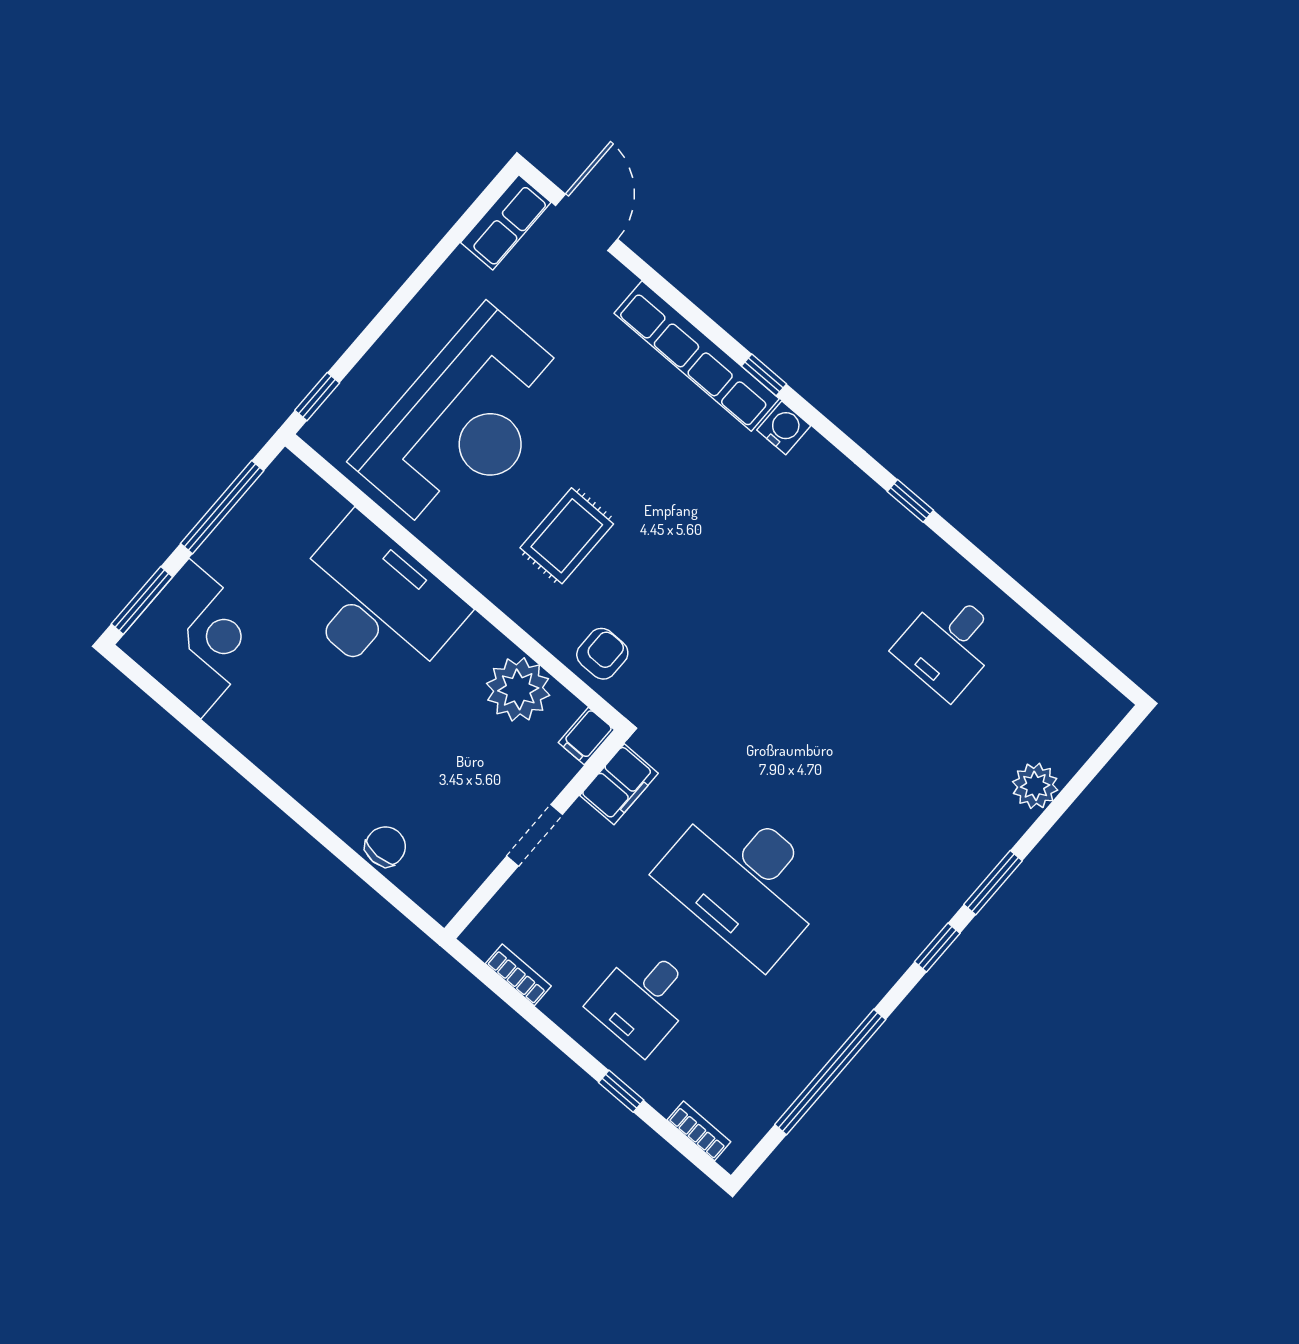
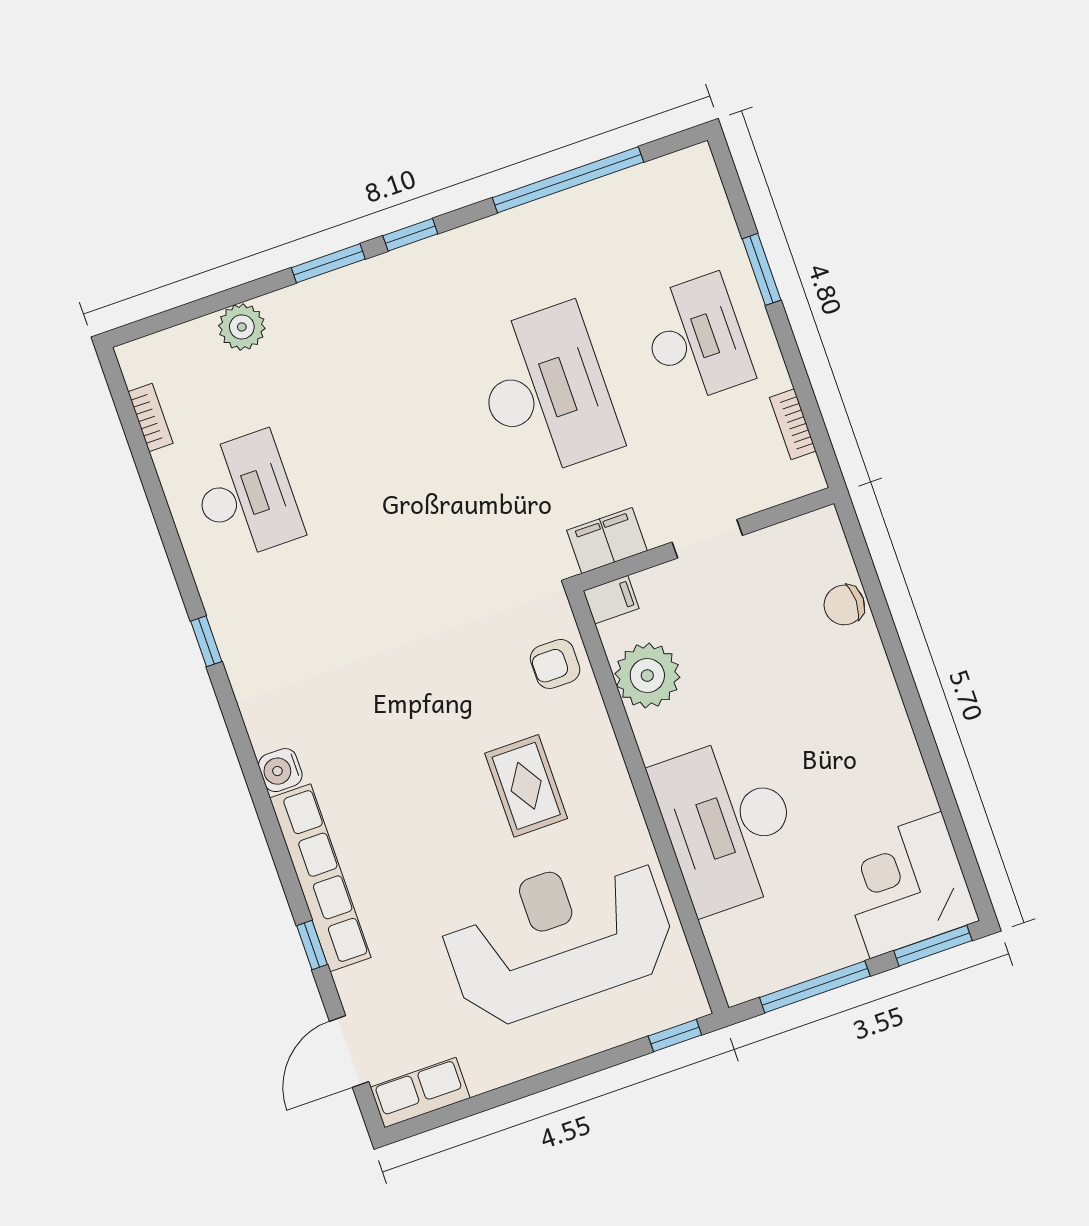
window: (764, 375) -> (312, 945), moved
rug: (567, 536) -> (526, 786), turned 90
desk: (949, 644) -> (246, 496), width x1.37
desk: (643, 1000) -> (696, 339), width x1.37
window: (621, 1091) -> (762, 269), width x1.50
bookcase: (699, 1131) -> (150, 418), moved, turned 180

